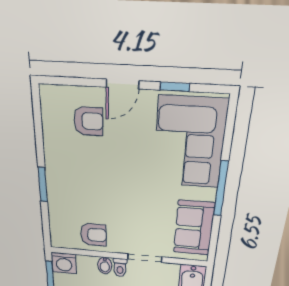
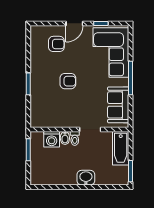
armchair: (93, 235) -> (68, 81), moved
washing machine: (64, 263) -> (52, 139), moved

